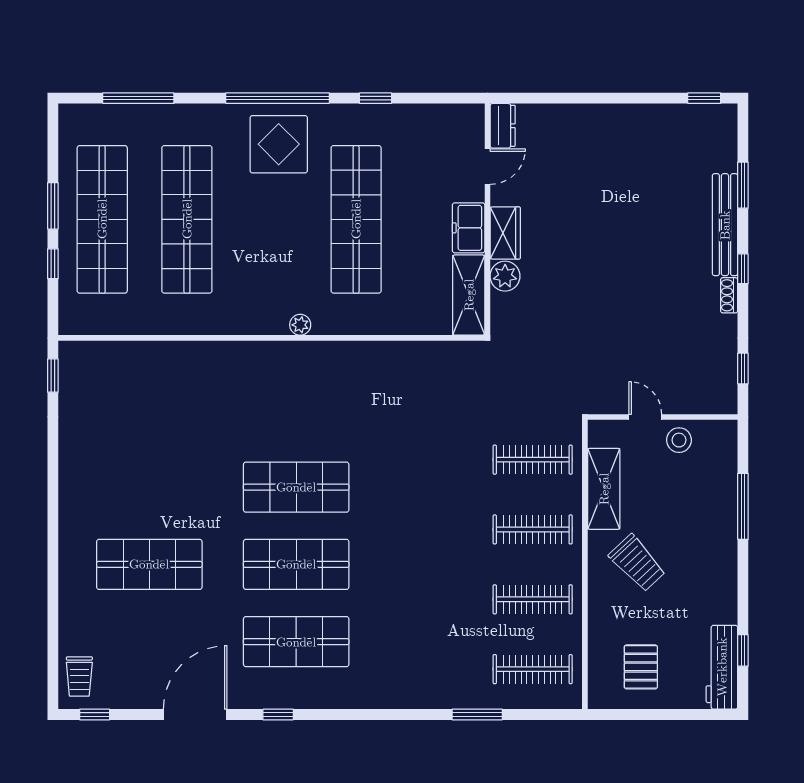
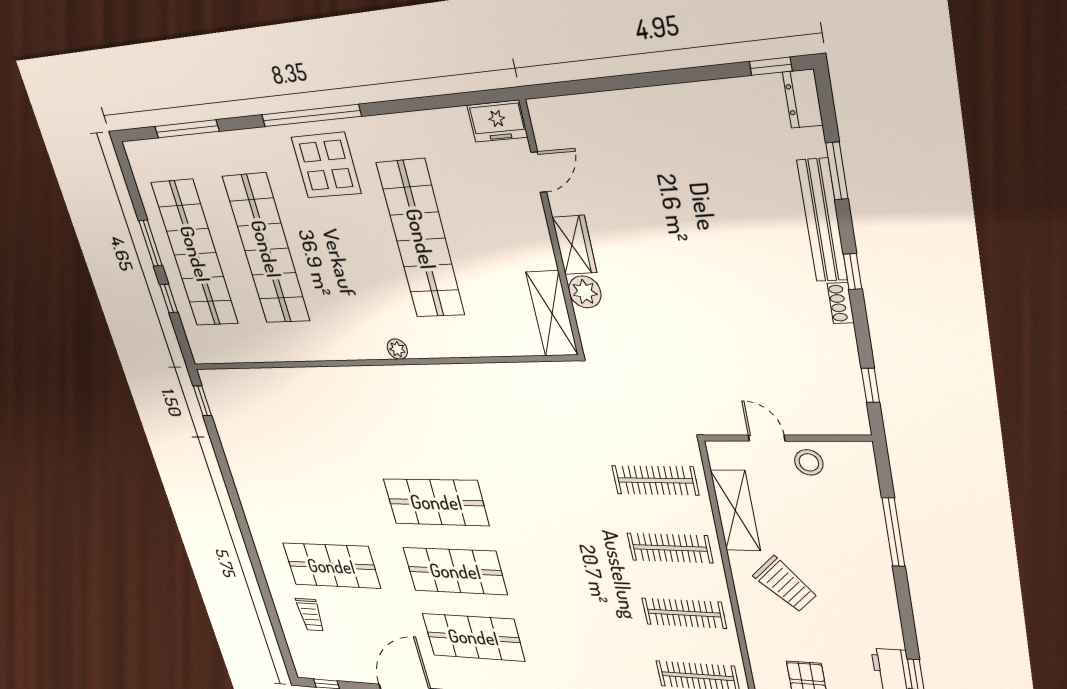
window: (376, 98) -> (405, 105), removed
dresser: (503, 126) -> (803, 99), moved, turned 180
freezer: (469, 228) -> (497, 121), moved, turned -90
trolley: (79, 676) -> (310, 615), moved

